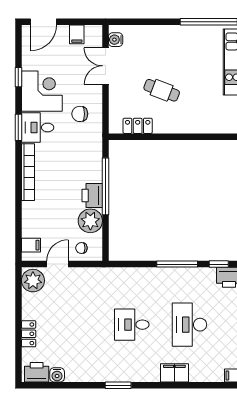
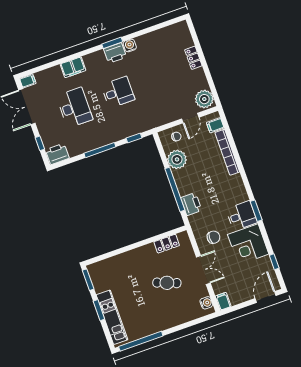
filing cabinet: (77, 34) -> (223, 301), moved
double door: (105, 66) -> (203, 270), moved
window: (18, 77) -> (274, 262), moved
cafe table: (162, 90) -> (167, 283), moved
bookcase: (28, 172) -> (227, 152), moved
printer: (92, 195) -> (191, 204), moved
window: (219, 264) -> (134, 138), moved
printer: (37, 372) -> (115, 53), moved
water cooler: (57, 375) -> (130, 45), moved

